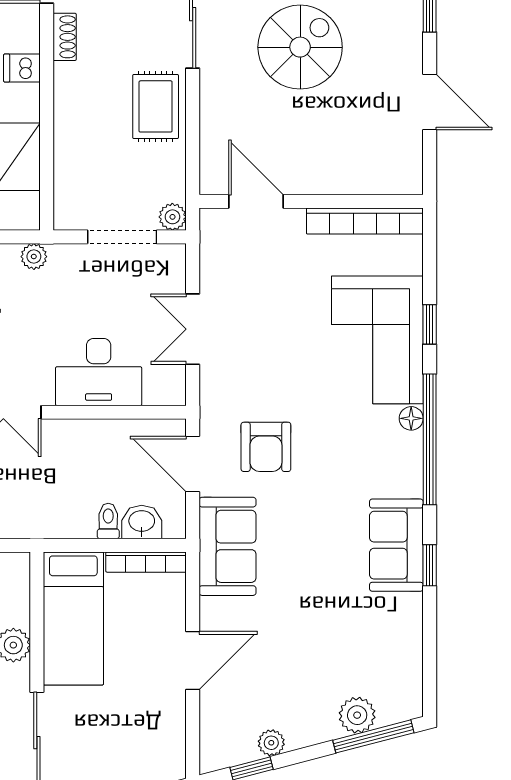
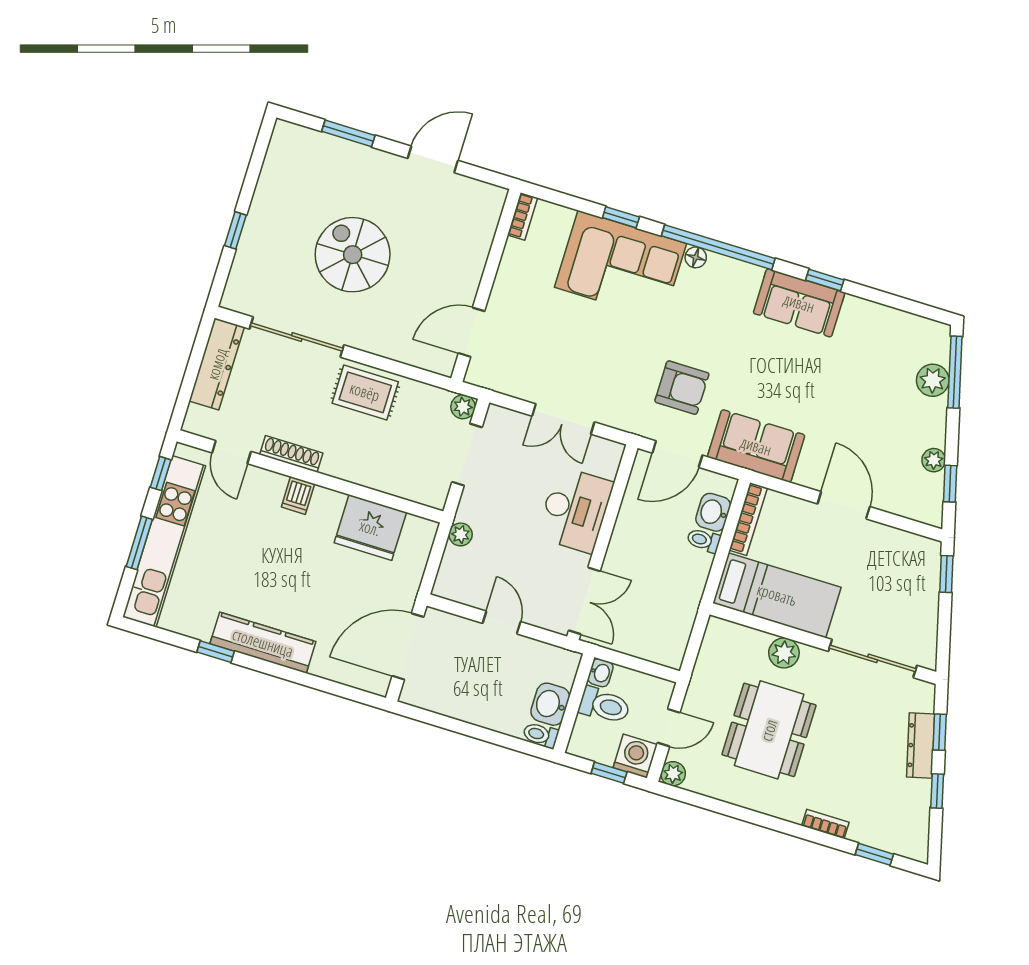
shoe rack: (65, 37) -> (291, 454), width x1.43
bookcase: (365, 221) -> (523, 216), width x0.43, depth x0.76

